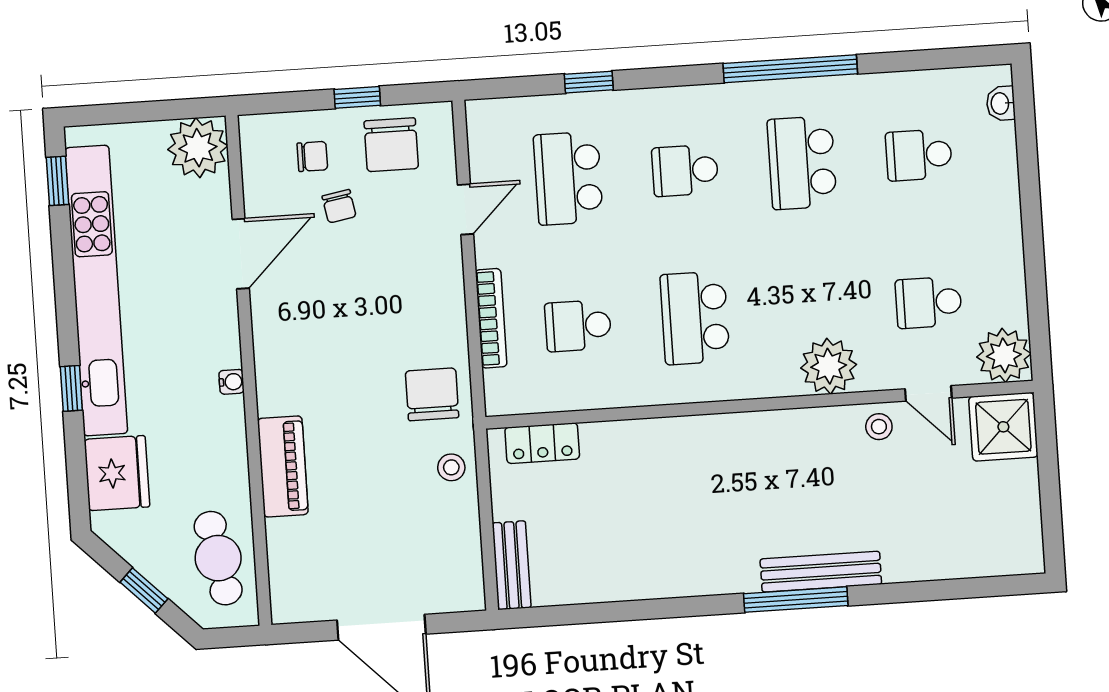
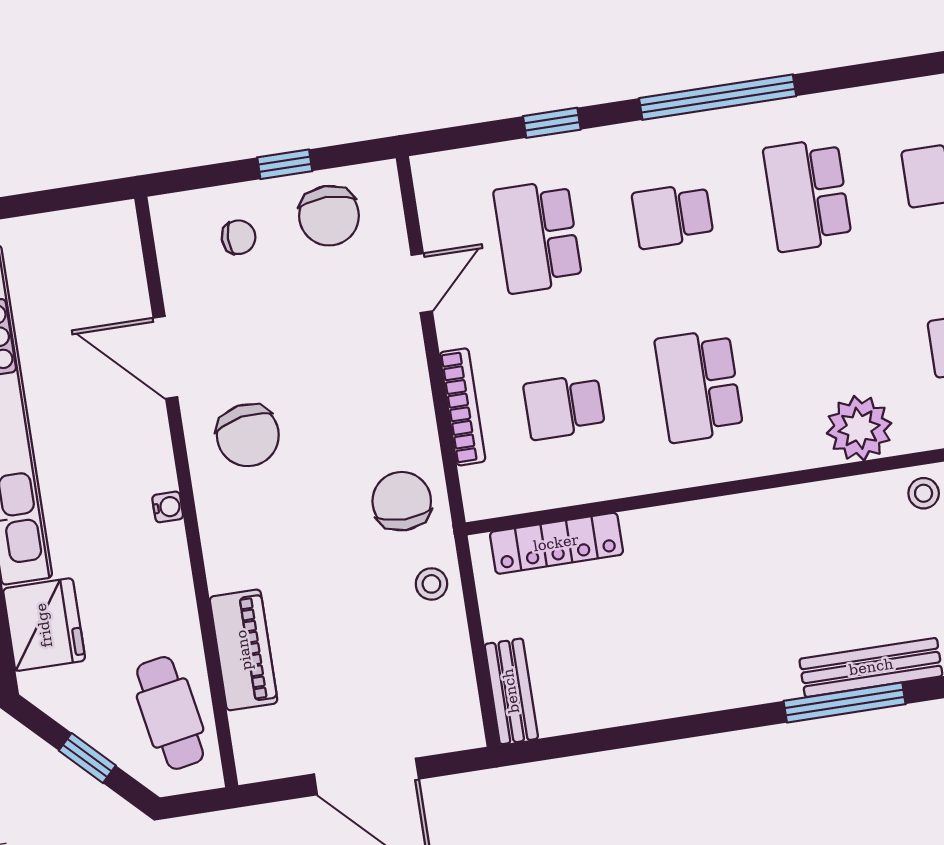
window: (790, 69) -> (718, 97), moved
plant: (198, 148) -> (105, 239), removed
chair: (339, 206) -> (248, 435), moved, width x1.87, depth x1.87
door: (241, 254) -> (165, 357), swing flipped
locker: (542, 443) -> (556, 543), width x1.53
piano: (283, 466) -> (244, 650), moved

